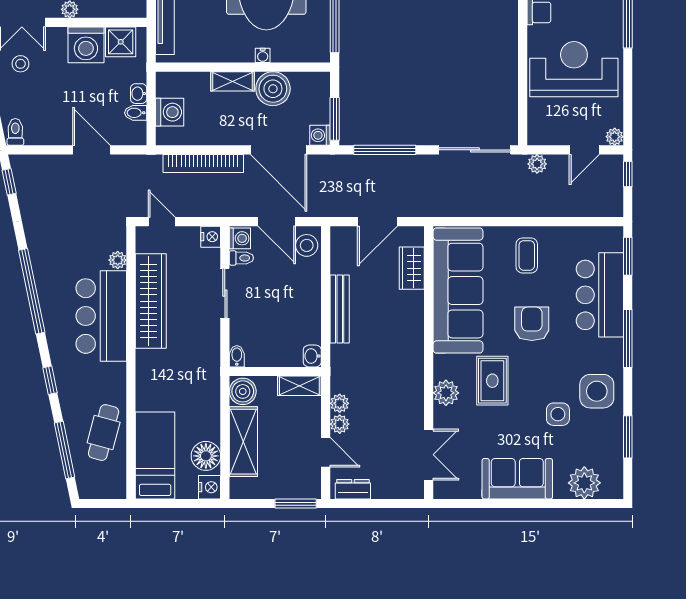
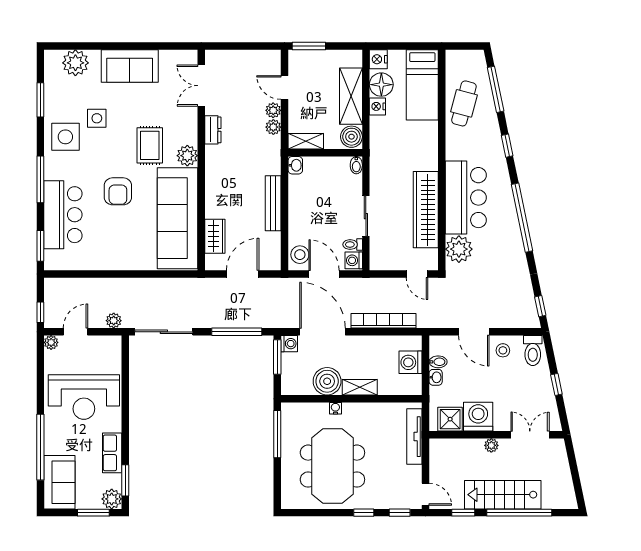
stool: (20, 64) -> (503, 350), moved
toilet: (15, 132) -> (533, 351), width x1.37, depth x1.39
nightstand: (211, 237) -> (377, 106), moved
coffee table: (527, 255) -> (122, 247), removed
plant: (118, 260) -> (459, 249), width x1.88, depth x1.88
plant: (446, 393) -> (187, 156), moved
dresser: (353, 489) -> (213, 130), moved, turned -90

